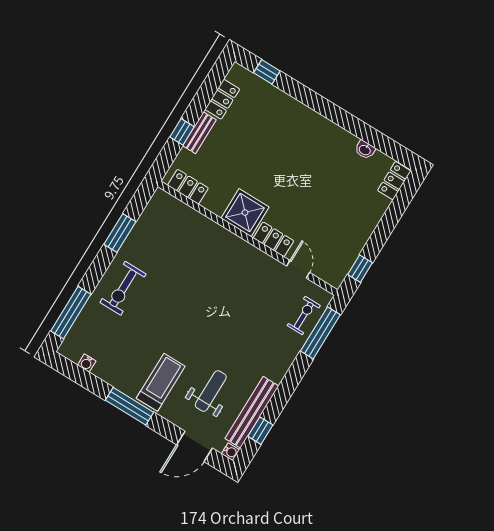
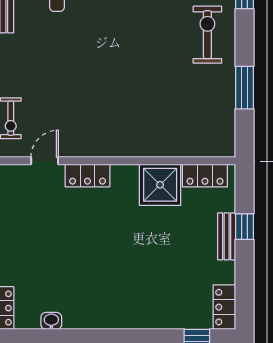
locker: (222, 99) -> (224, 307), moved
shower: (245, 213) -> (160, 185), moved
door: (298, 269) -> (45, 161), swing flipped

